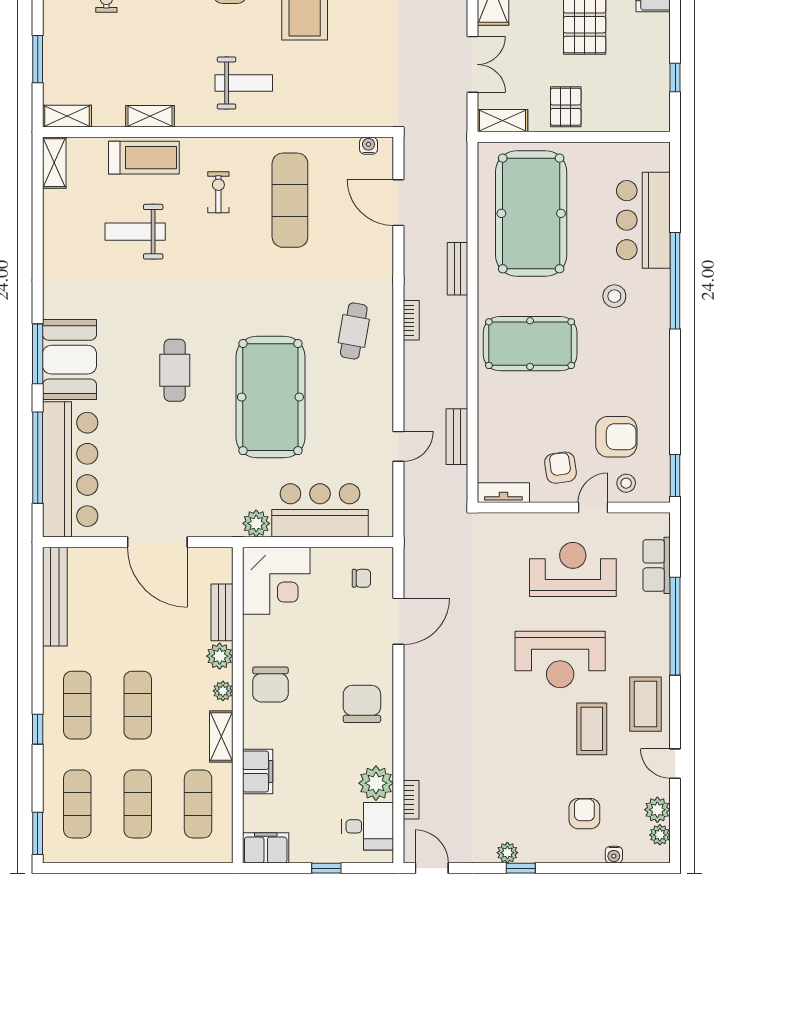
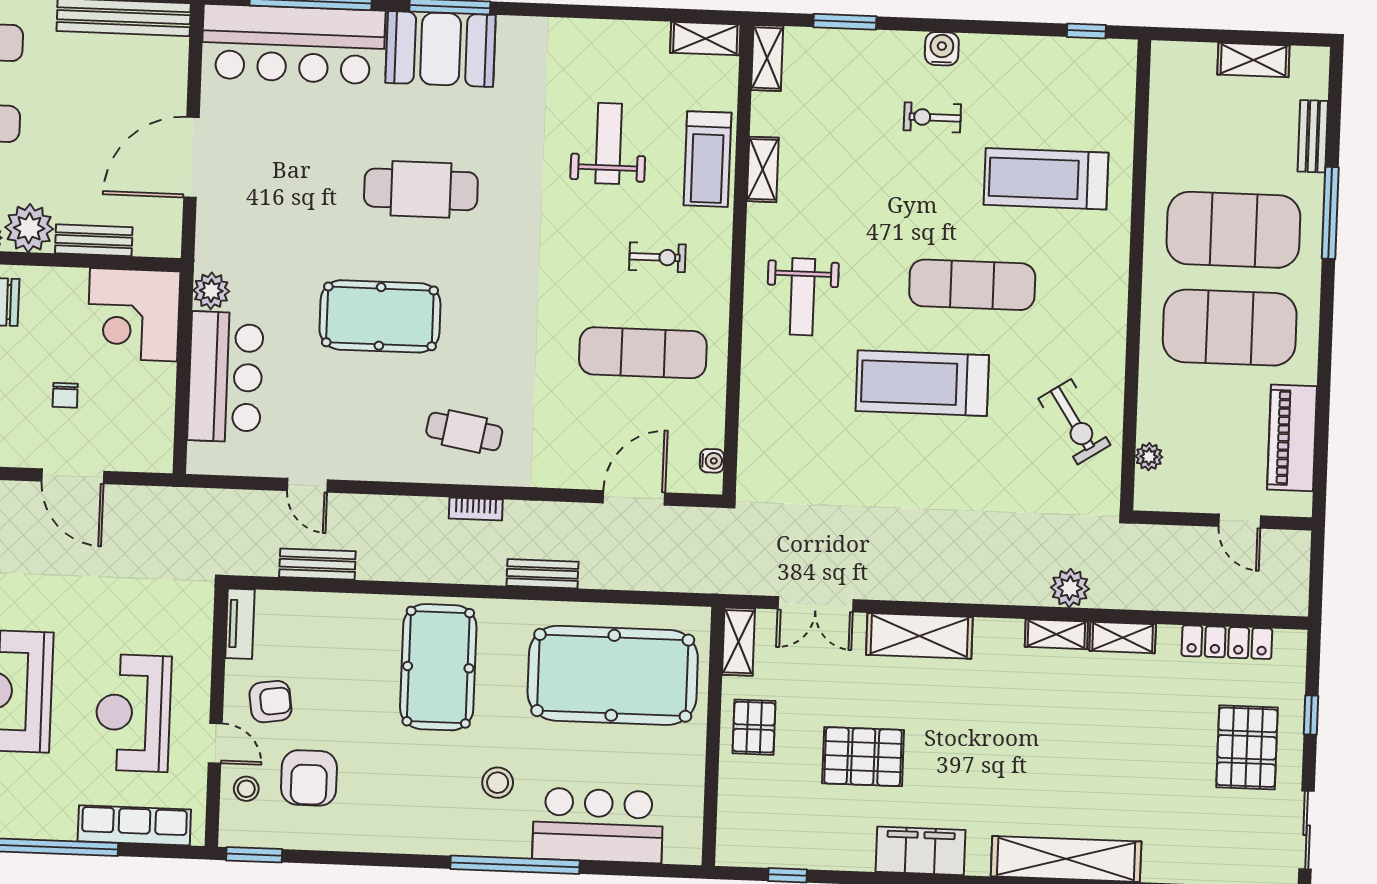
pallet: (566, 107) -> (754, 727), turned 90
cafe table: (175, 370) -> (421, 189), width x1.37, depth x1.35
pool table: (270, 397) -> (380, 316), width x0.73, depth x0.76
row of seats: (657, 565) -> (134, 825), width x1.48
reception desk: (573, 570) -> (133, 713), turned 180
chair: (361, 578) -> (65, 395), moved
plant: (220, 656) -> (29, 228), width x1.36, depth x1.36

